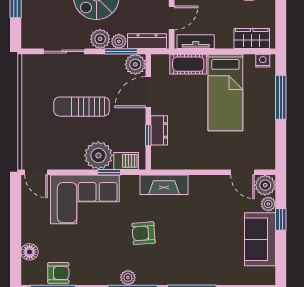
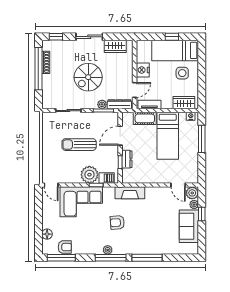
plant: (100, 39) -> (91, 103), removed
plant: (135, 64) -> (112, 119), removed

